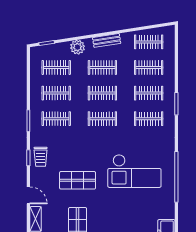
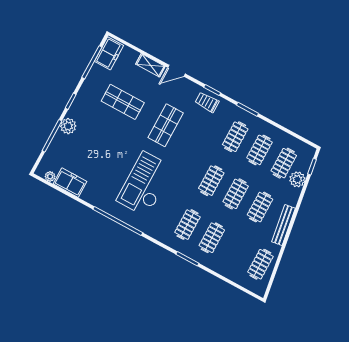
bench: (107, 40) -> (283, 225), width x1.36
plant: (78, 47) -> (297, 179), moved
clothes rail: (149, 67) -> (236, 251), removed

